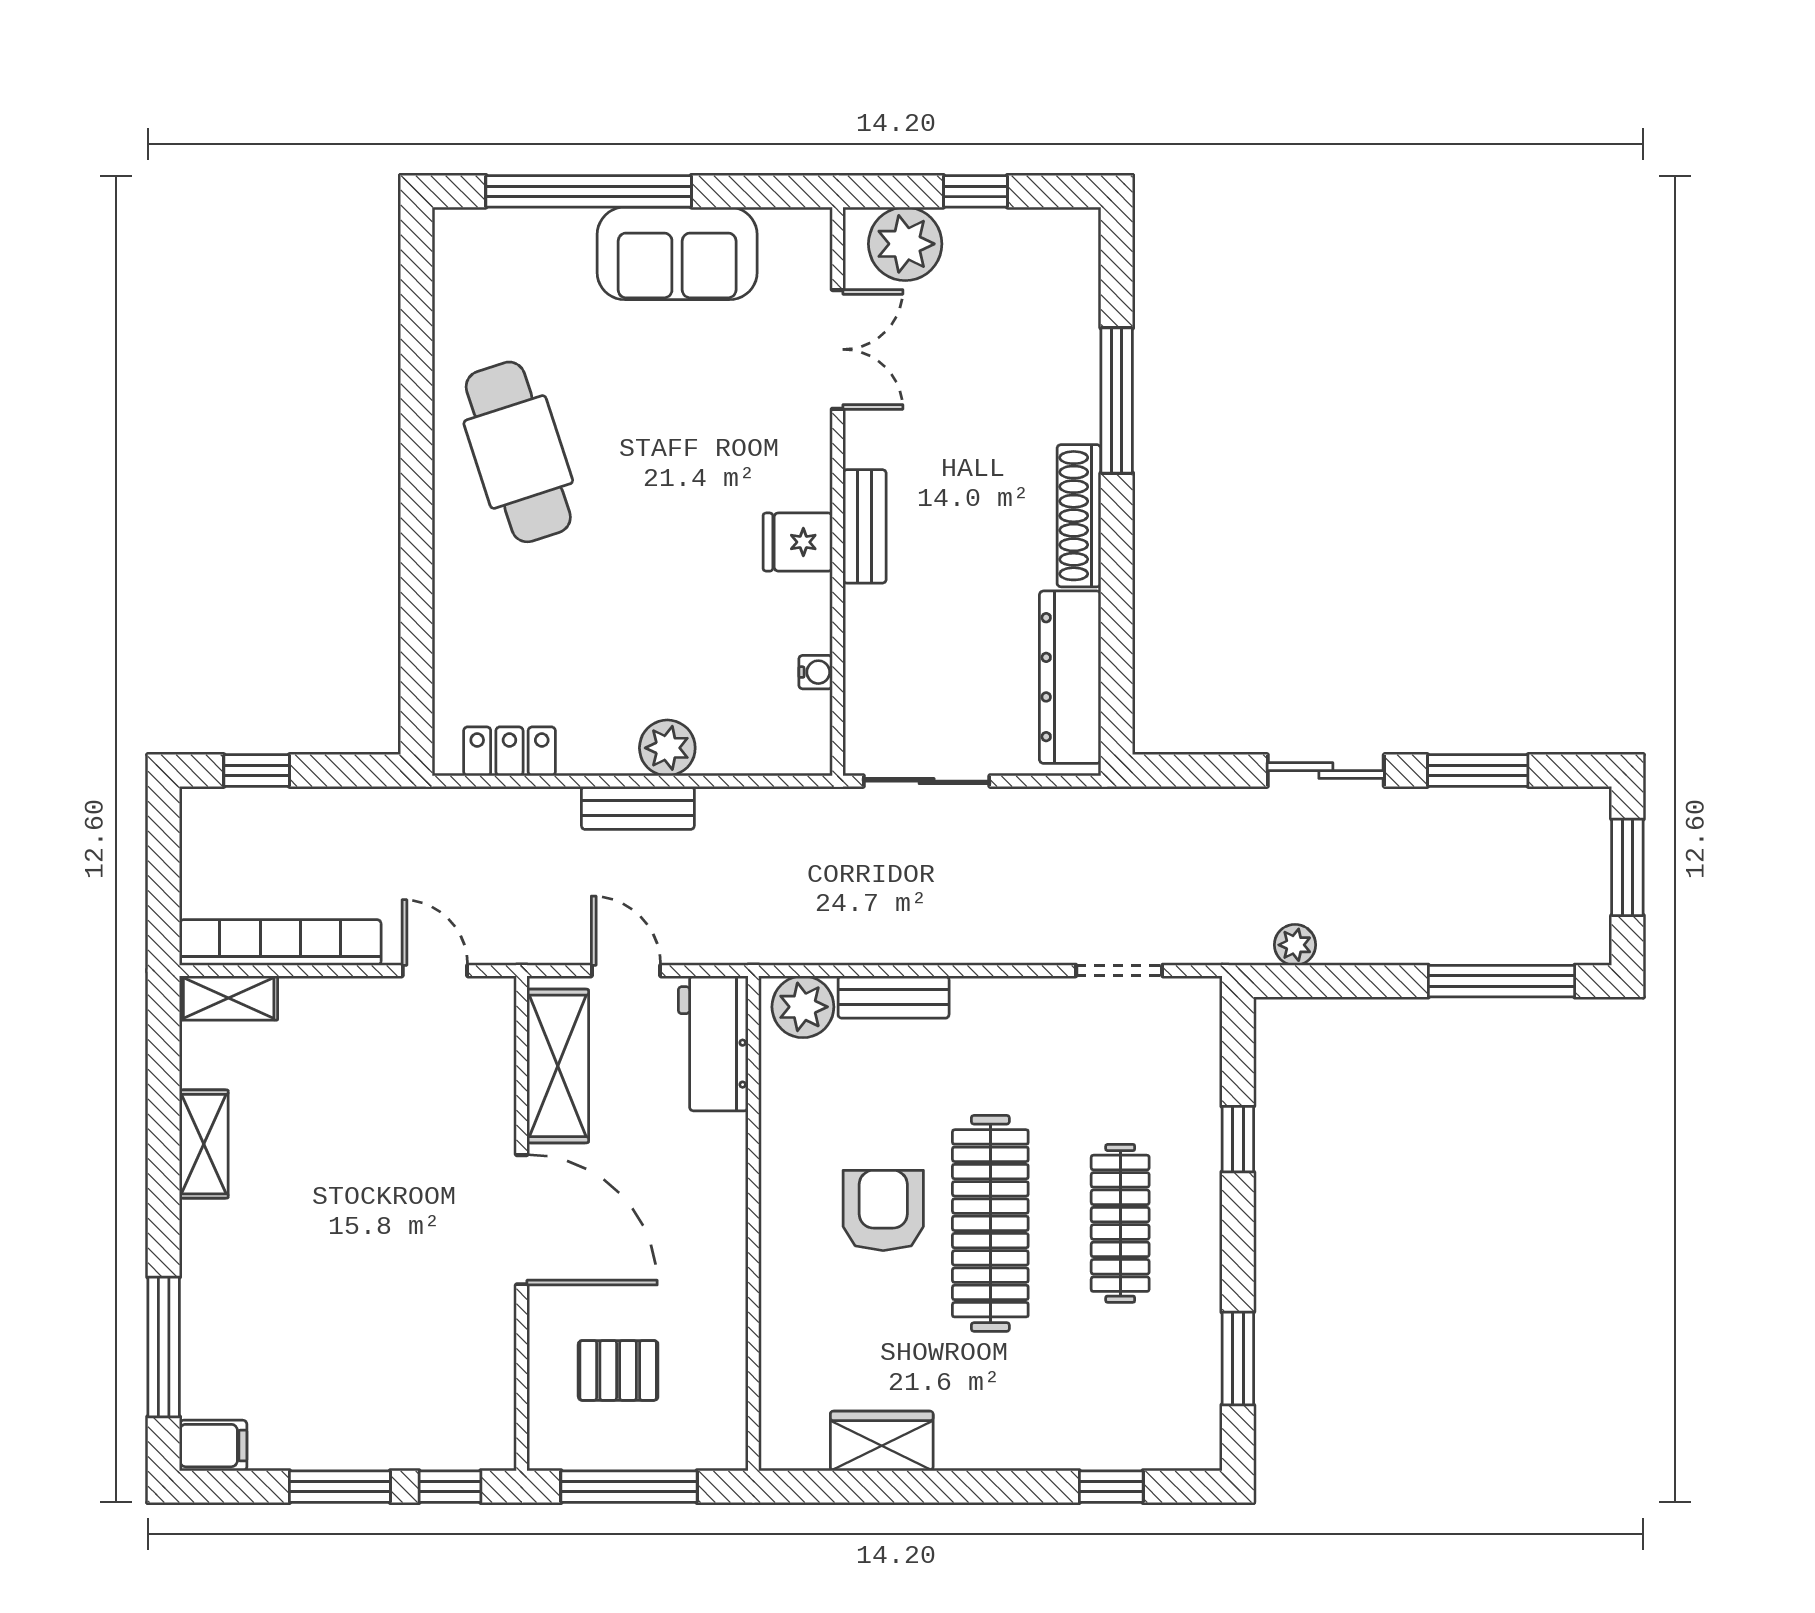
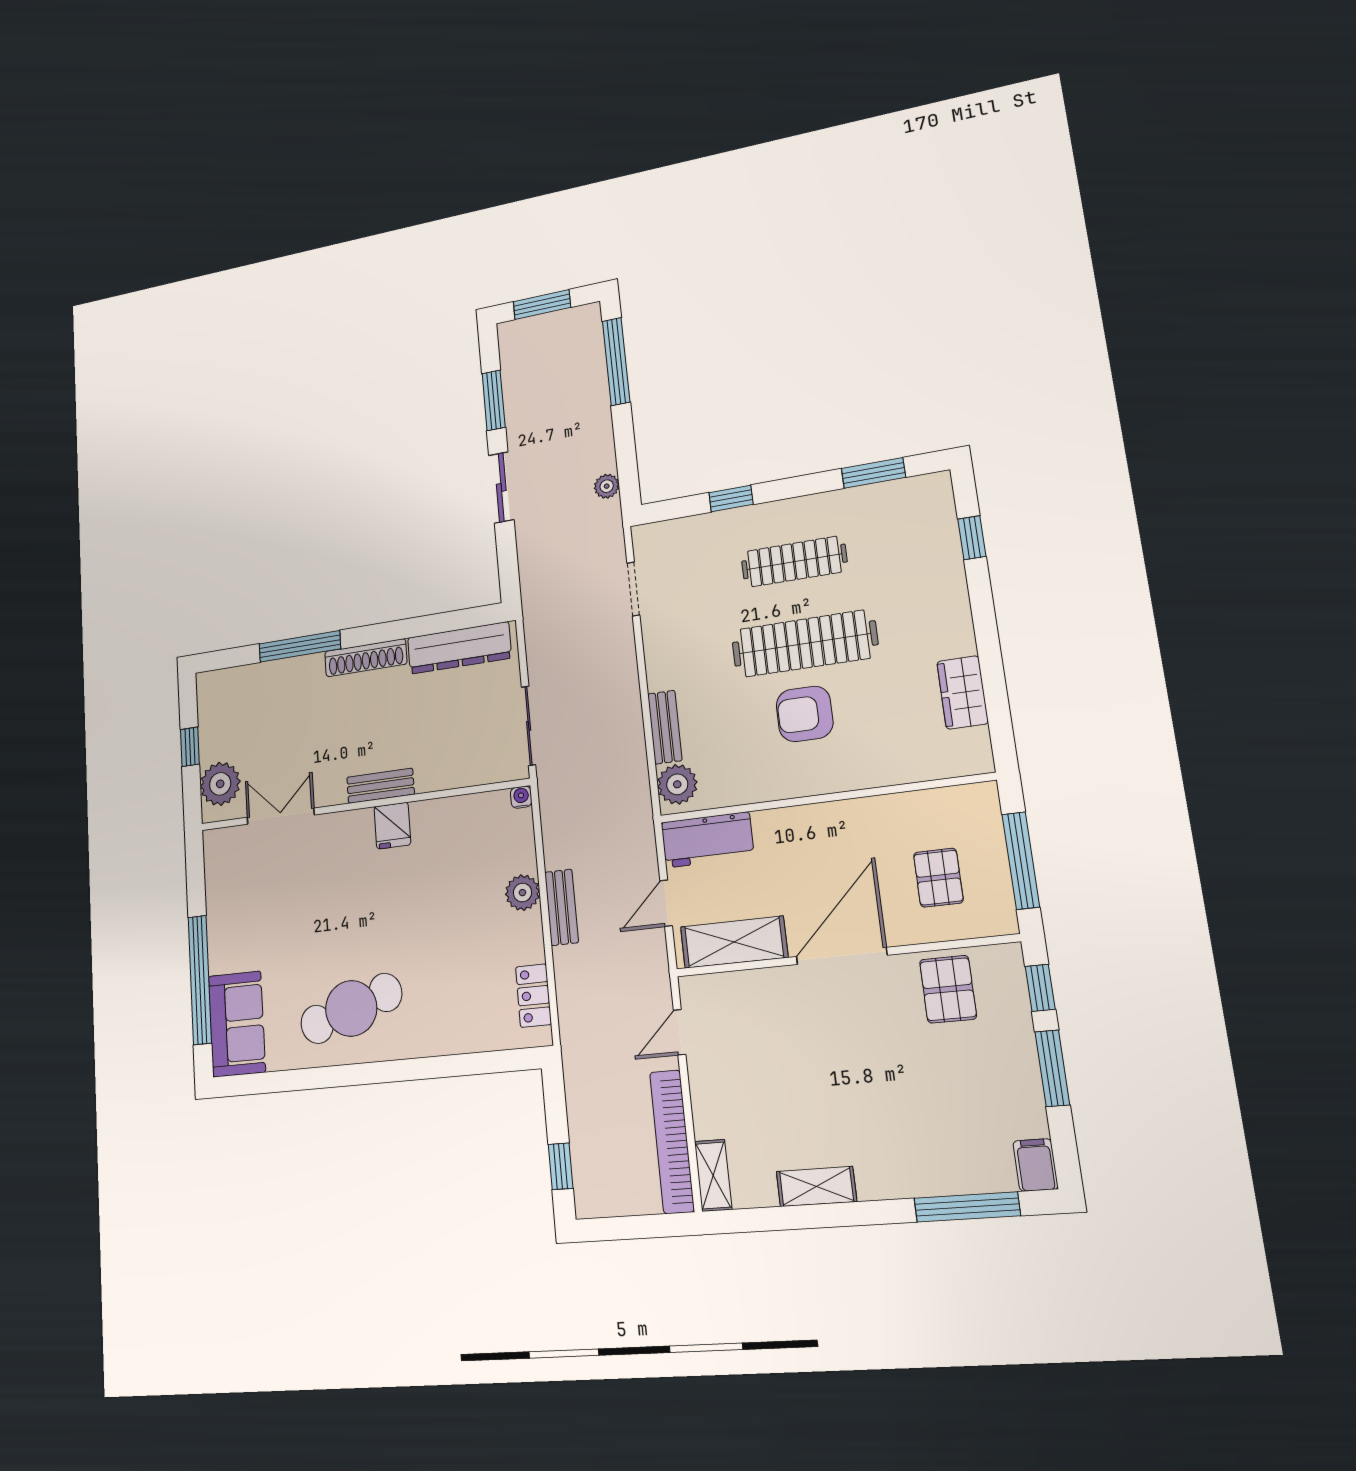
sofa: (677, 253) -> (237, 1024), moved
water cooler: (816, 672) -> (521, 797), moved
pallet: (460, 1362) -> (948, 989), added

